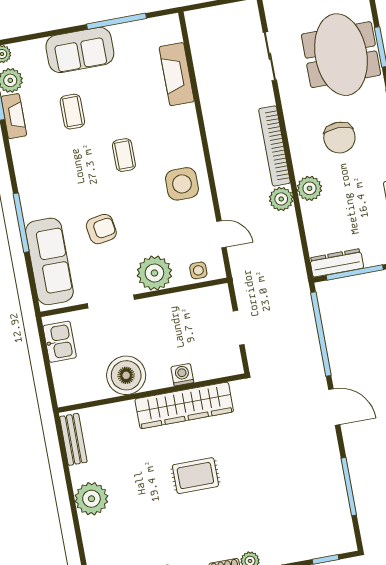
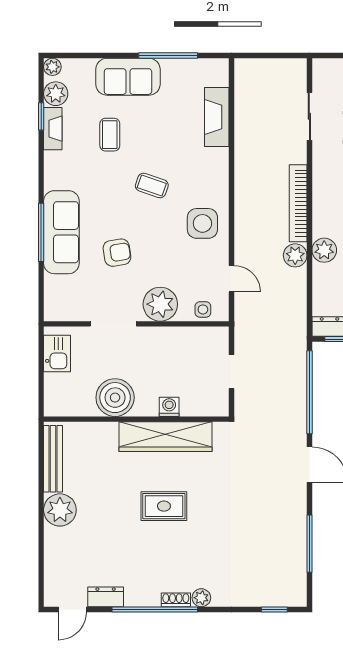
coffee table: (124, 155) -> (152, 185), turned -71
sofa: (49, 261) -> (61, 232), moved
bench: (73, 439) -> (53, 459), width x1.36

